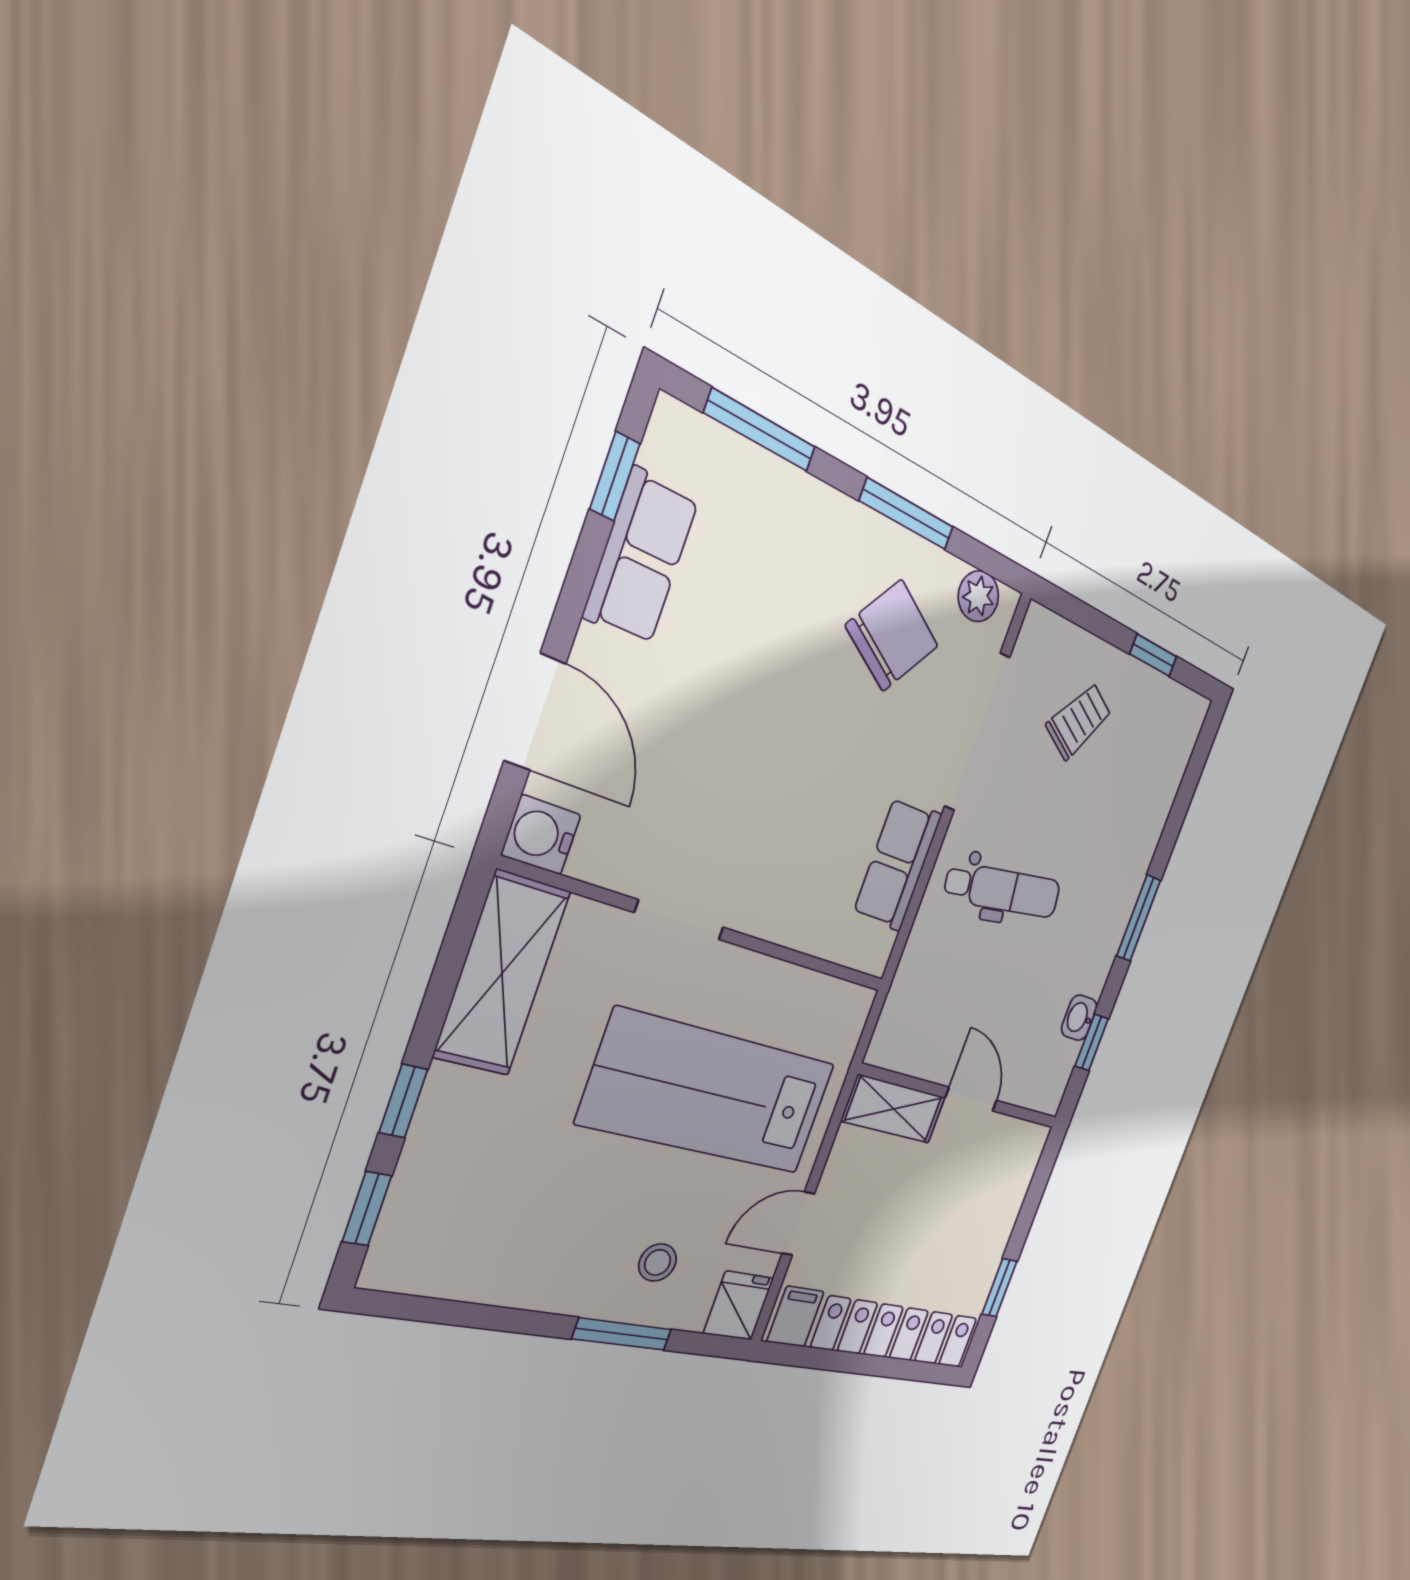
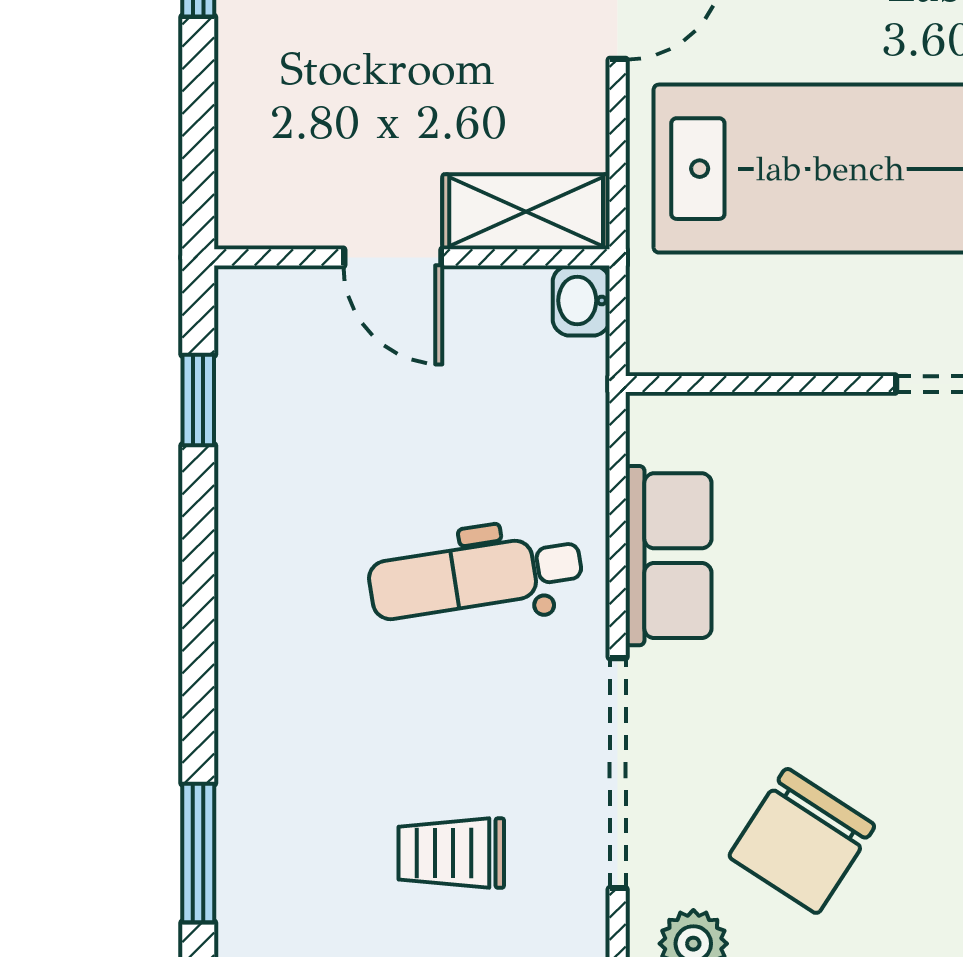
trolley: (1079, 721) -> (451, 853), turned 59
window: (1138, 918) -> (198, 853), moved
washbasin: (1079, 1018) -> (581, 300), moved, turned 180

